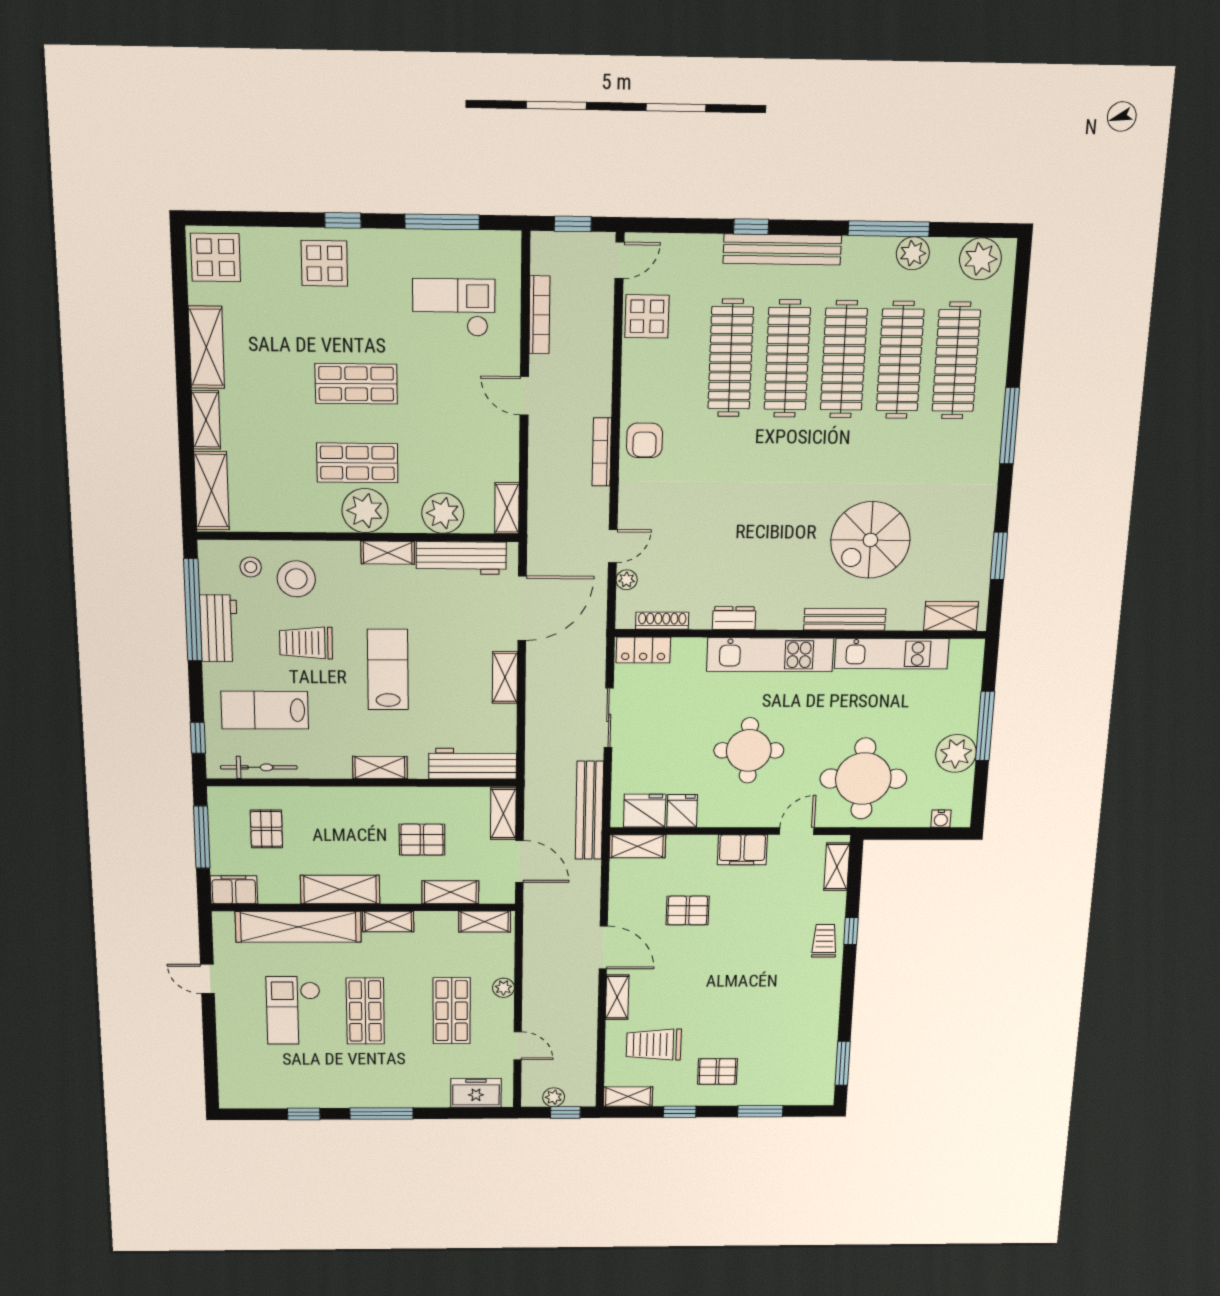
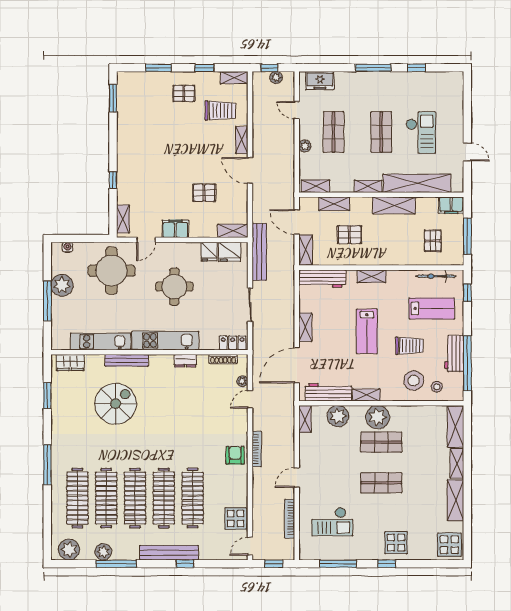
door: (524, 396) -> (297, 478), swing flipped
trolley: (824, 941) -> (127, 174), removed

